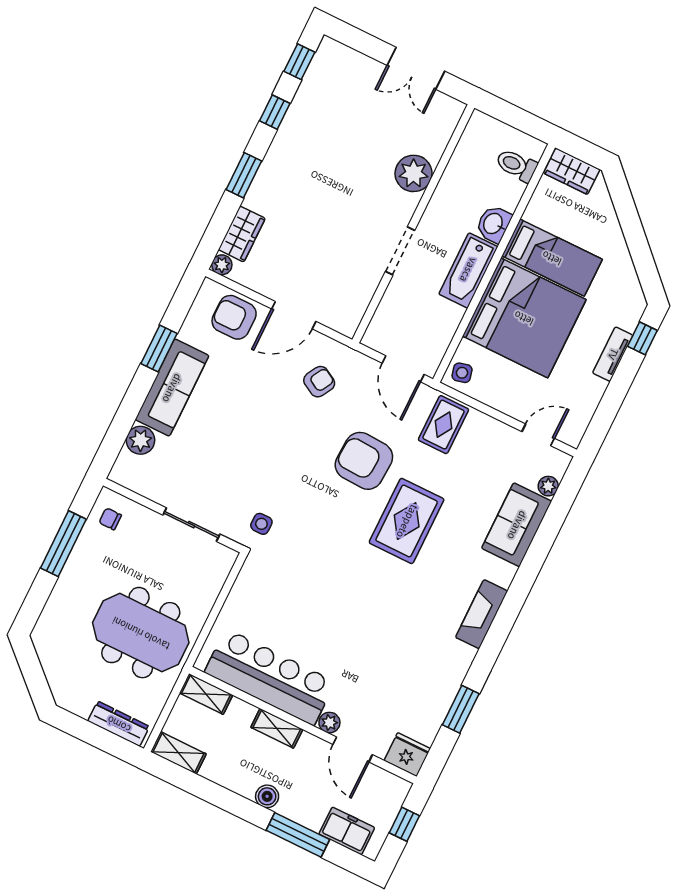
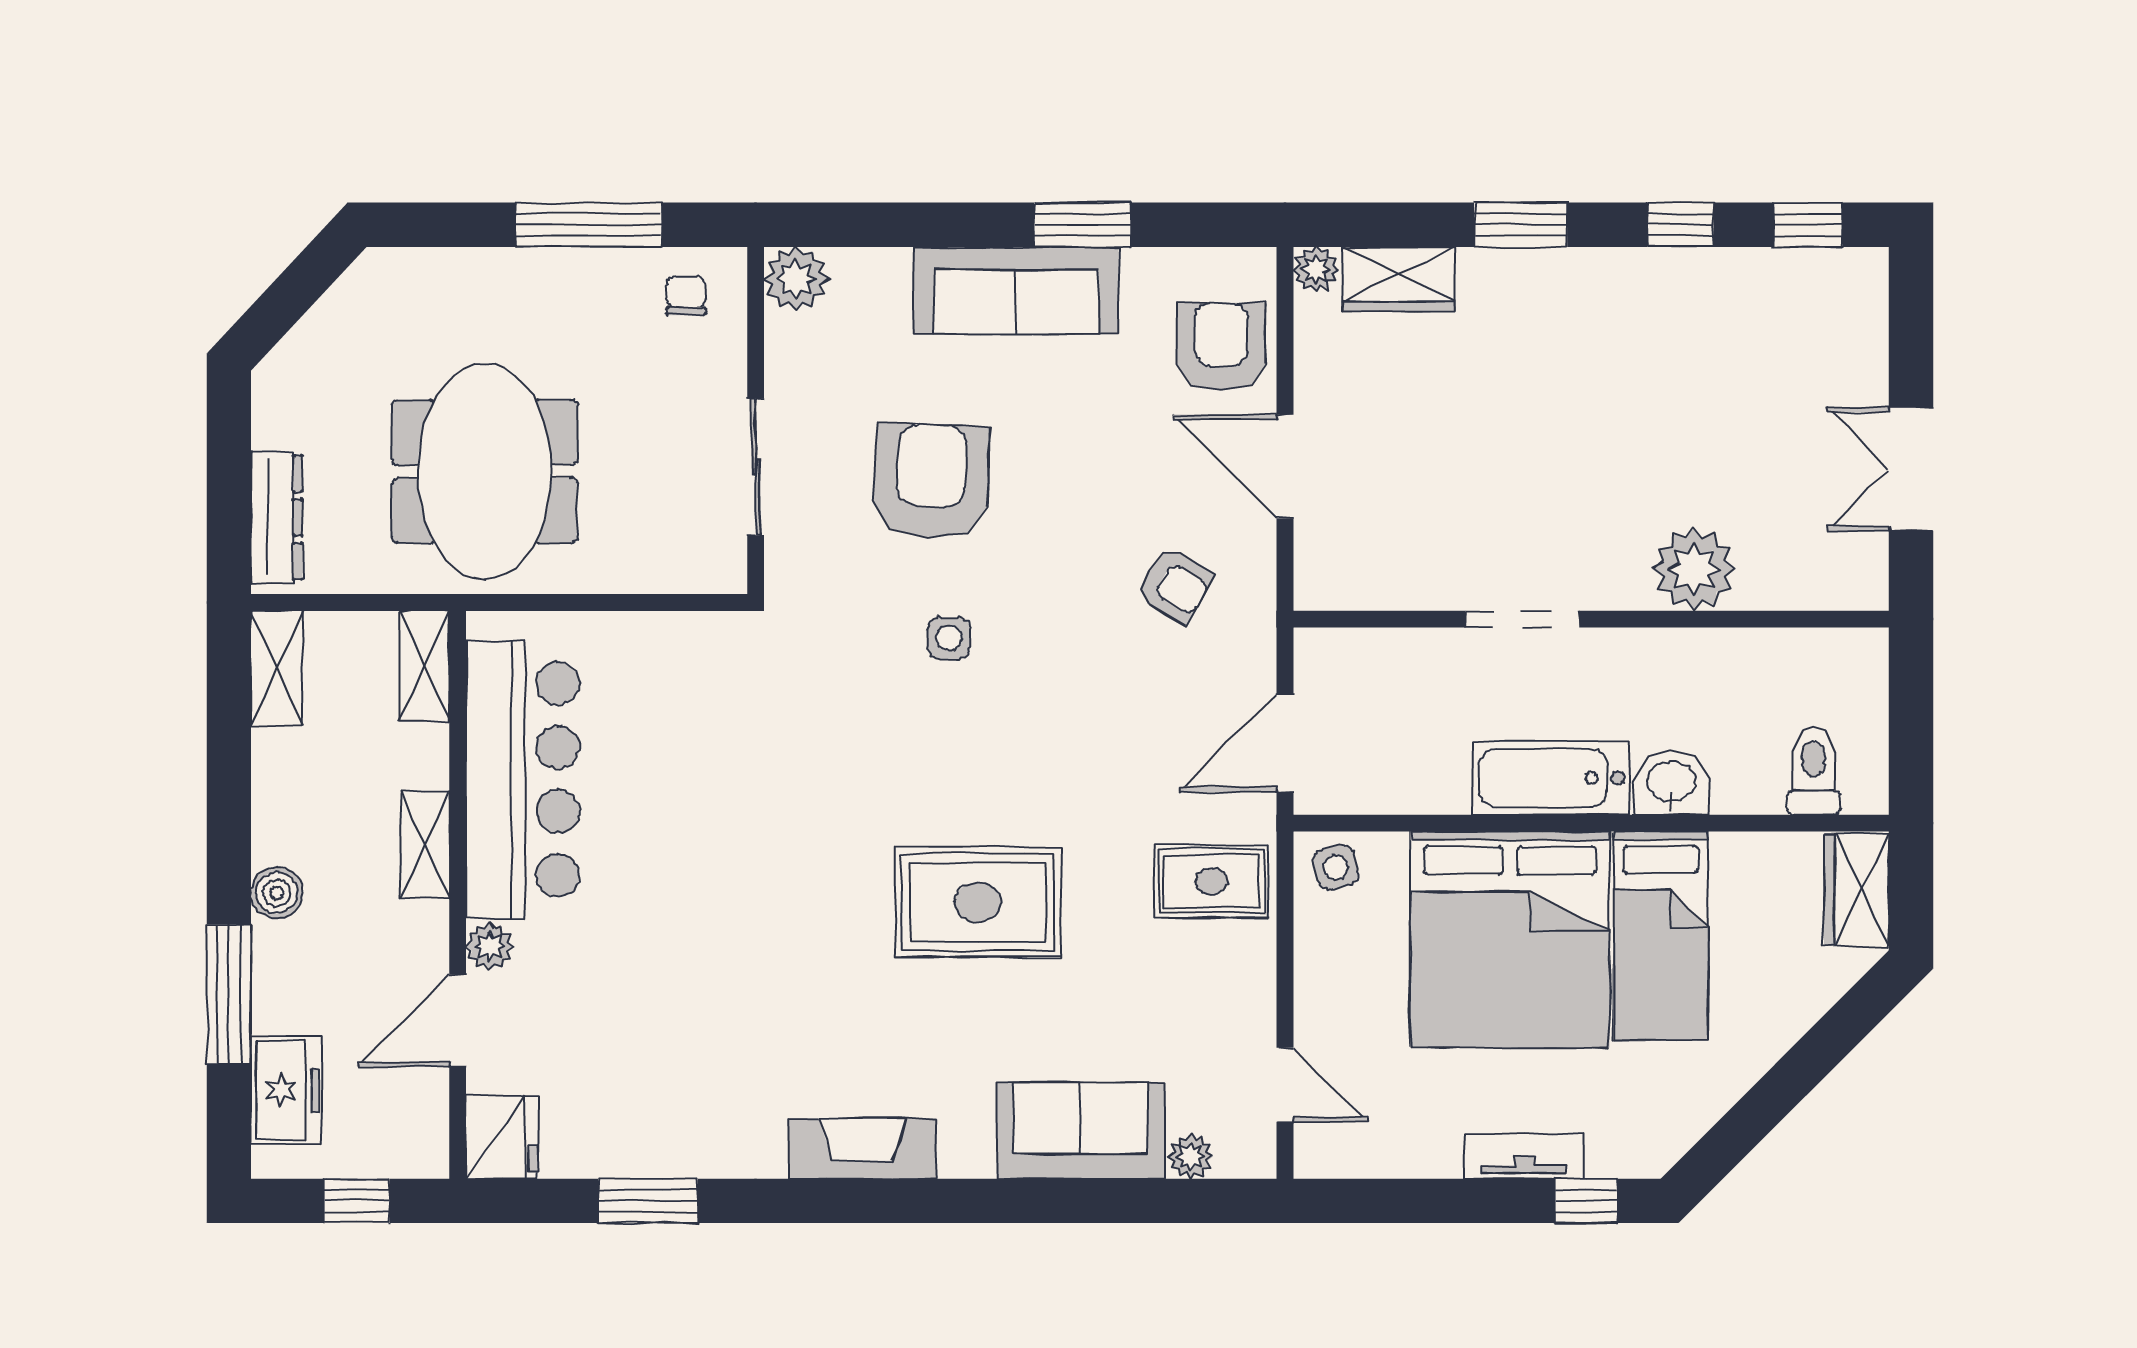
plant: (140, 440) -> (796, 279), moved
armchair: (364, 461) -> (931, 481), moved
side table: (261, 524) -> (949, 638), moved

